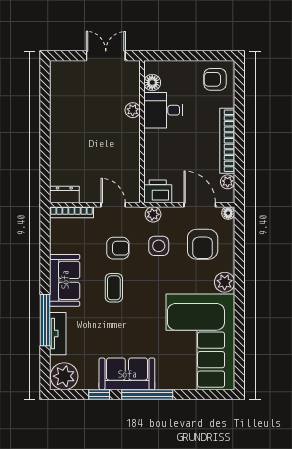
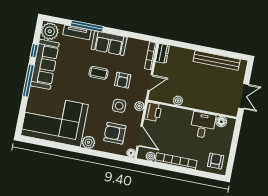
bench: (59, 108) -> (217, 60), added
plant: (133, 110) -> (178, 101), moved
door: (200, 205) -> (140, 136), hinge flipped
sofa: (127, 374) -> (45, 64), width x1.36

